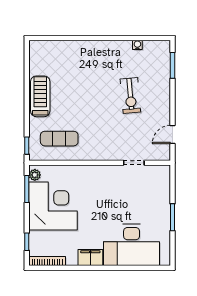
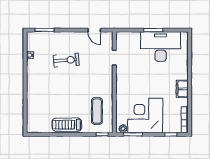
desk: (132, 245) -> (161, 46), moved, turned -90

